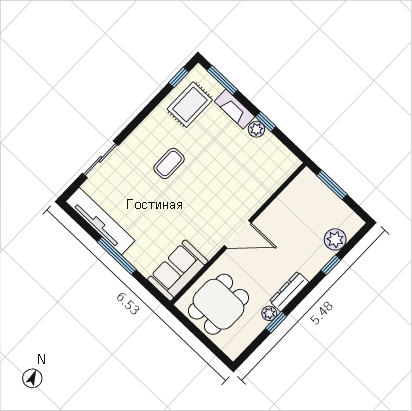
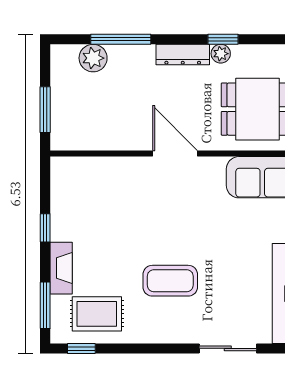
plant: (256, 129) -> (60, 230), removed
coffee table: (169, 163) -> (170, 281), width x1.36, depth x1.30
window: (331, 265) -> (121, 39), width x2.17

